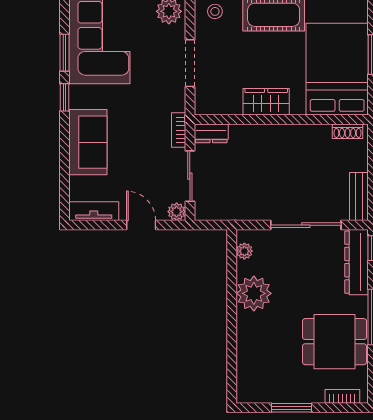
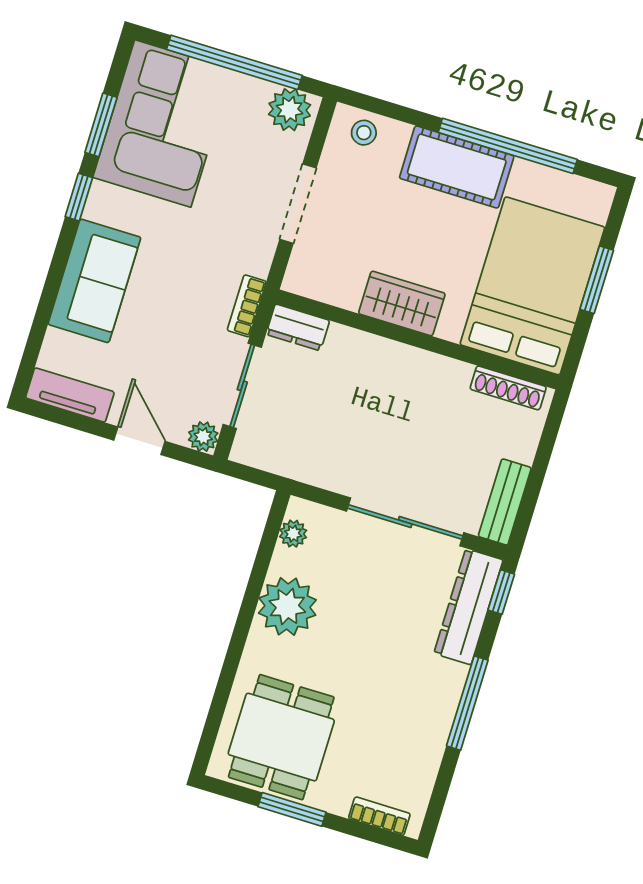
shoe rack: (348, 131) -> (508, 388), width x1.43
dining table: (334, 342) -> (281, 737), moved, turned 90

